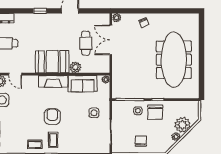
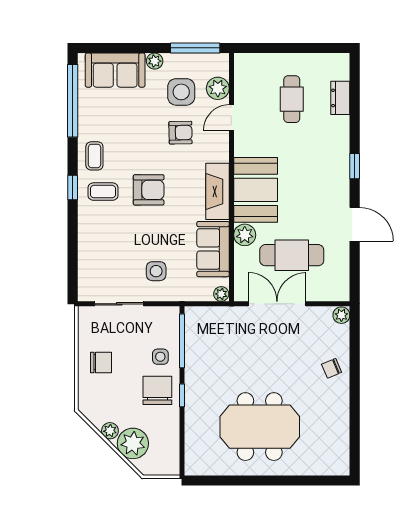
double door: (111, 40) -> (277, 304), moved
cafe table: (86, 43) -> (292, 255), width x1.37, depth x1.35
meeting table: (174, 60) -> (260, 427), width x0.73
armchair: (23, 100) -> (180, 133), added
chair: (155, 112) -> (157, 390), turned 90

